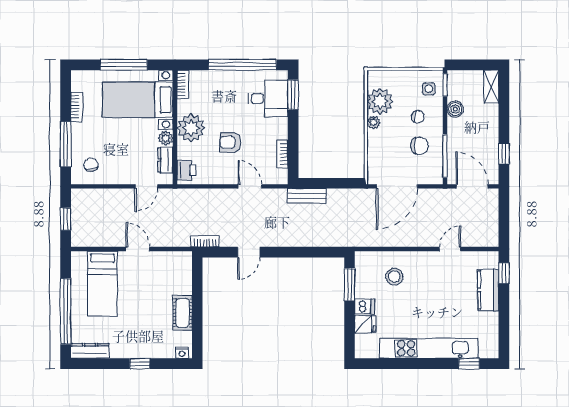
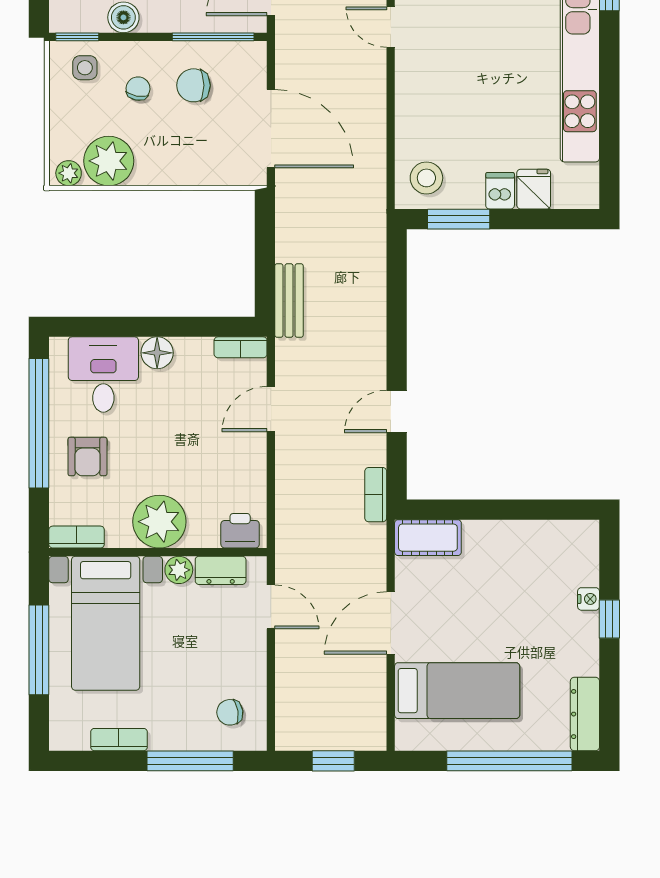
window: (293, 95) -> (96, 327), removed
plant: (374, 122) -> (69, 173), moved
floor lamp: (279, 127) -> (157, 353), added
armchair: (230, 142) -> (87, 456), moved
chair: (420, 146) -> (194, 85), turned -90
bookcase: (282, 154) -> (241, 347), moved
door: (138, 249) -> (391, 623), width x1.38
door: (249, 252) -> (397, 411), swing flipped
stool: (394, 277) -> (426, 178), moved
cot: (183, 313) -> (428, 538), moved
nightstand: (182, 353) -> (589, 599), moved

